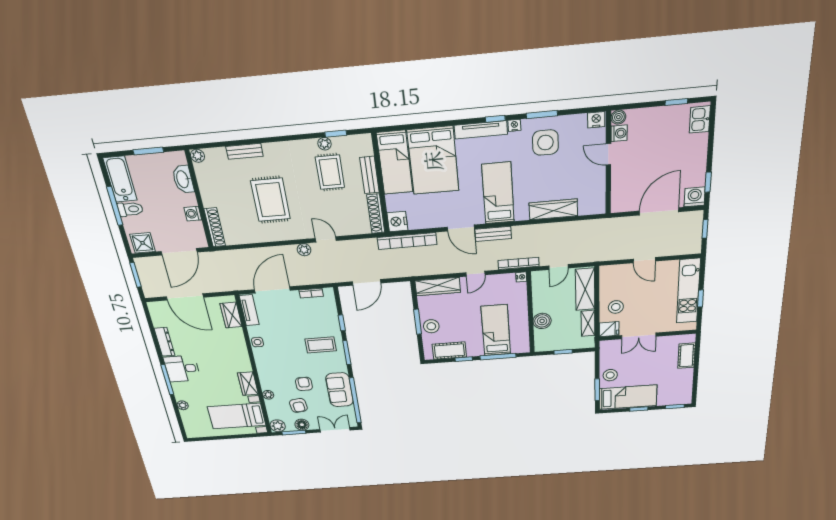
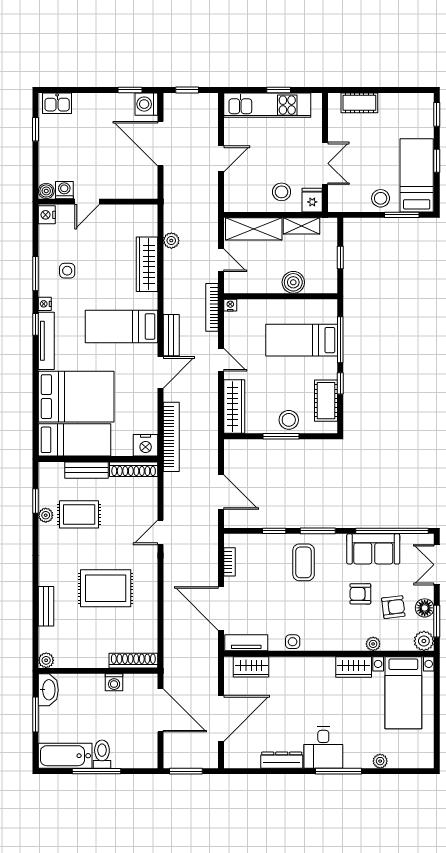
side table: (545, 143) -> (67, 271), width x0.54, depth x0.54
washbasin: (183, 179) -> (48, 690), moved, turned -90
shower: (143, 243) -> (145, 751), removed
plant: (304, 250) -> (171, 241), moved

